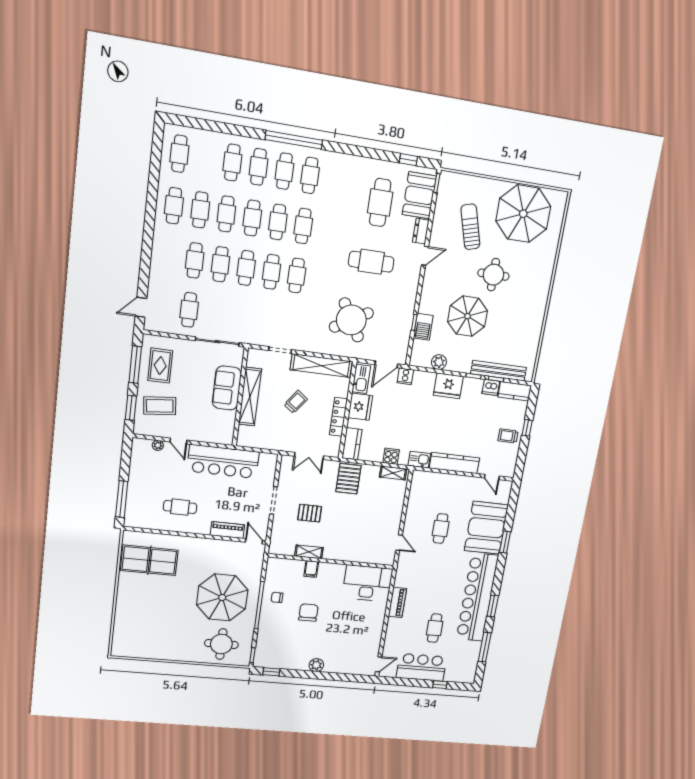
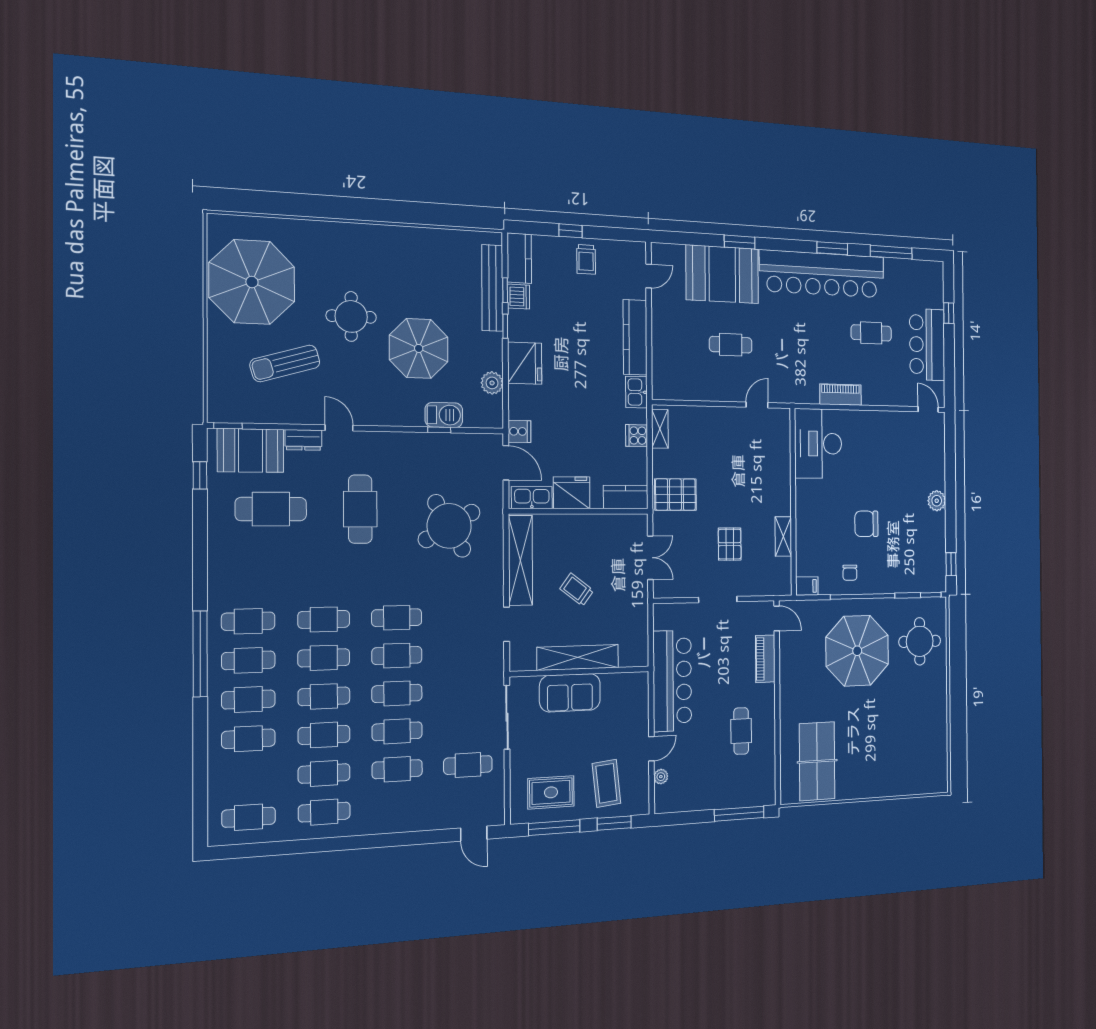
locker: (338, 417) -> (590, 523), removed
door: (254, 541) -> (777, 618), swing flipped
filing cabinet: (311, 569) -> (807, 586), moved

